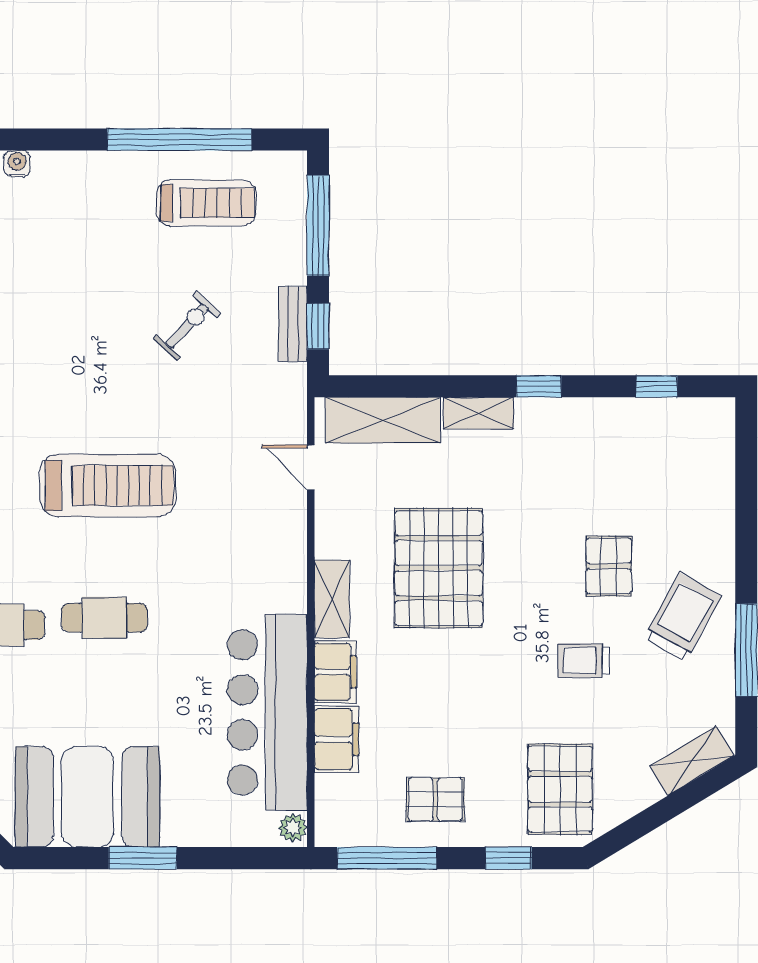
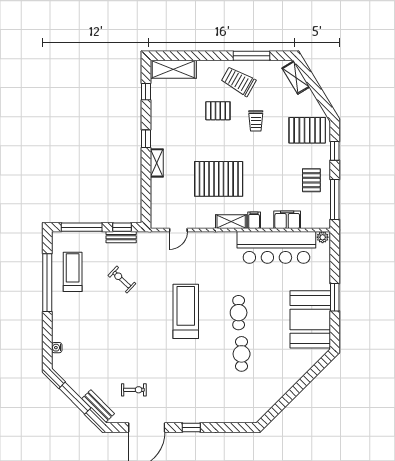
shelving: (383, 420) -> (173, 69), moved, turned 90
filing cabinet: (335, 672) -> (254, 220), width x0.50

